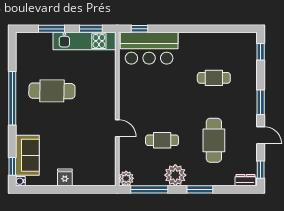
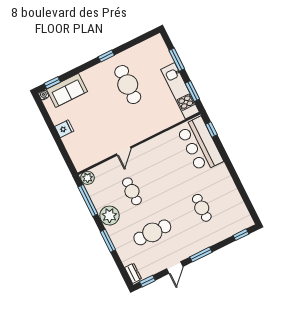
window: (12, 98) -> (106, 56), width x0.32

